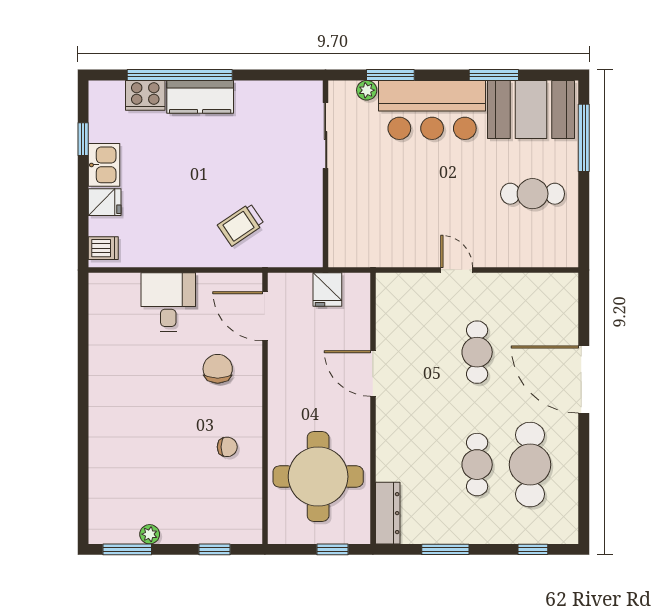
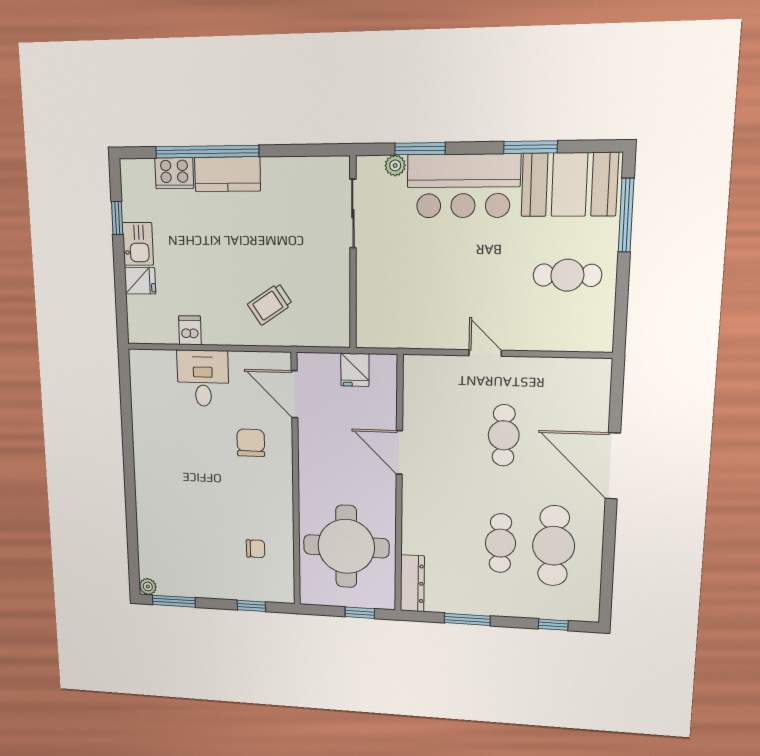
dishwasher: (103, 248) -> (190, 330), moved, turned -90
chair: (227, 447) -> (256, 549), moved
plant: (150, 534) -> (148, 587), moved

